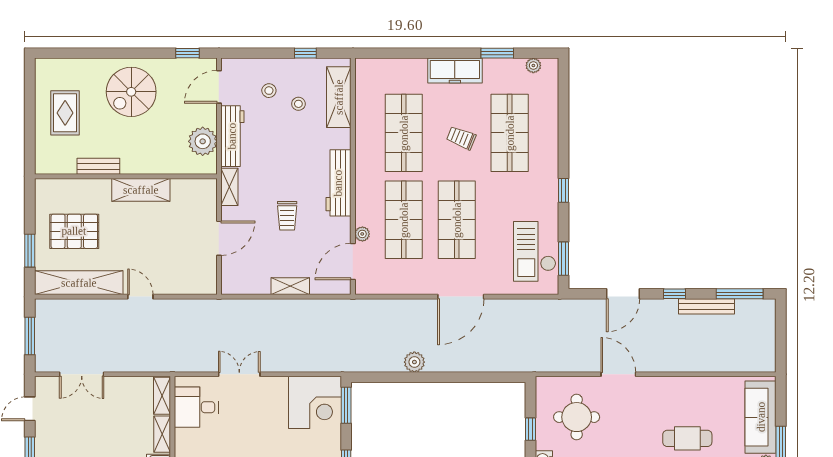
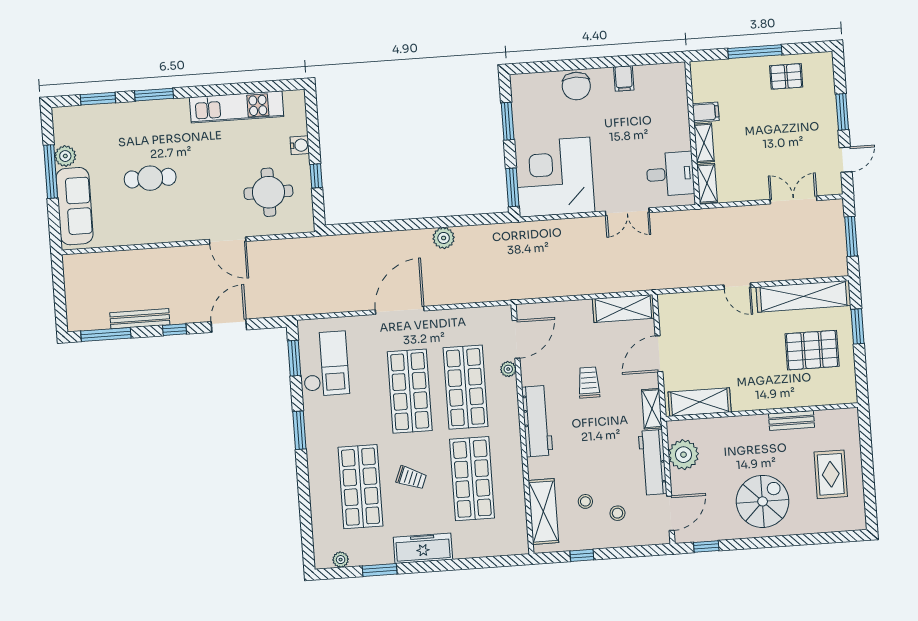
shelving: (141, 190) -> (700, 402), moved
window: (563, 190) -> (299, 430), width x1.50
shelving: (290, 286) -> (623, 309), moved, width x1.50, depth x1.33
corner desk: (315, 402) -> (555, 177), width x1.36, depth x1.36

